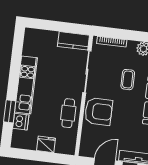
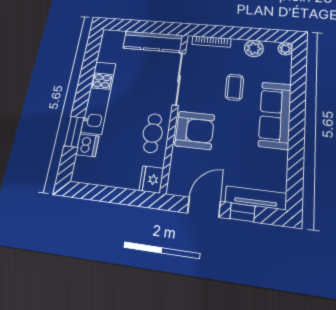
kitchen counter: (73, 41) -> (153, 42), width x1.50
fridge: (46, 144) -> (151, 179), moved, turned -90

